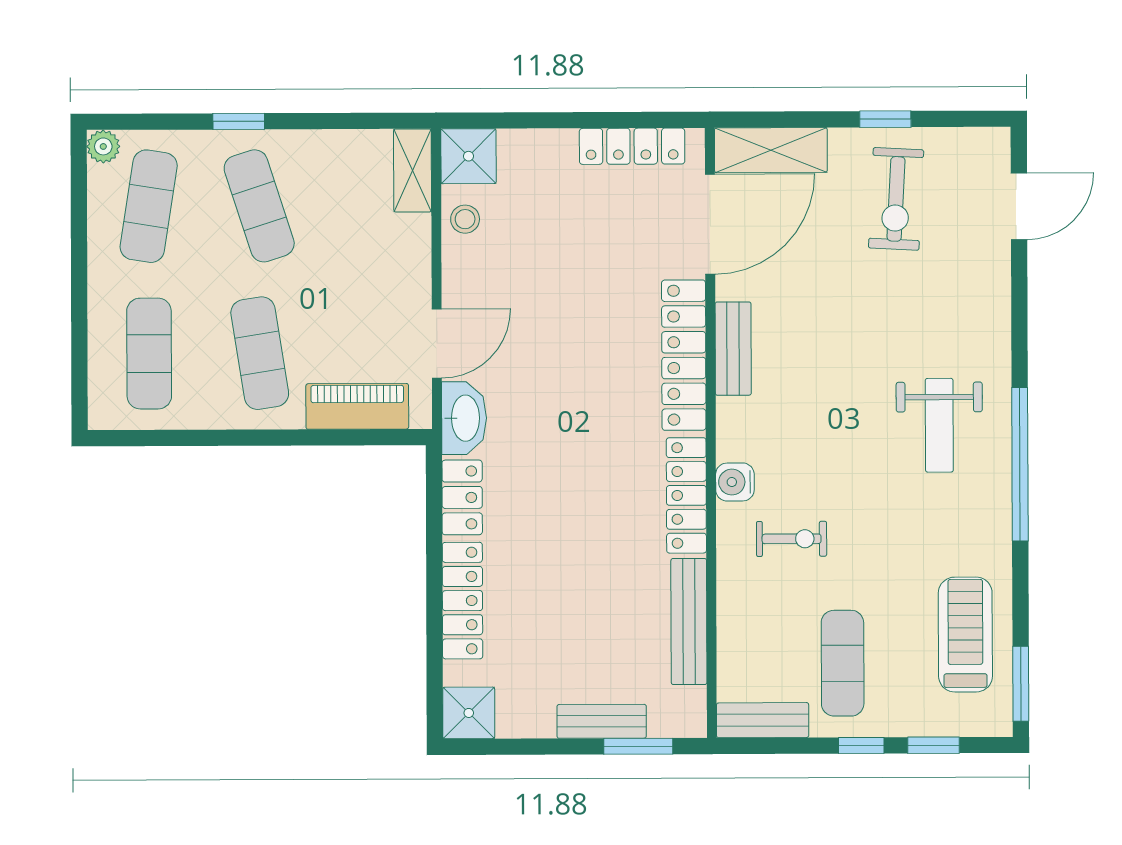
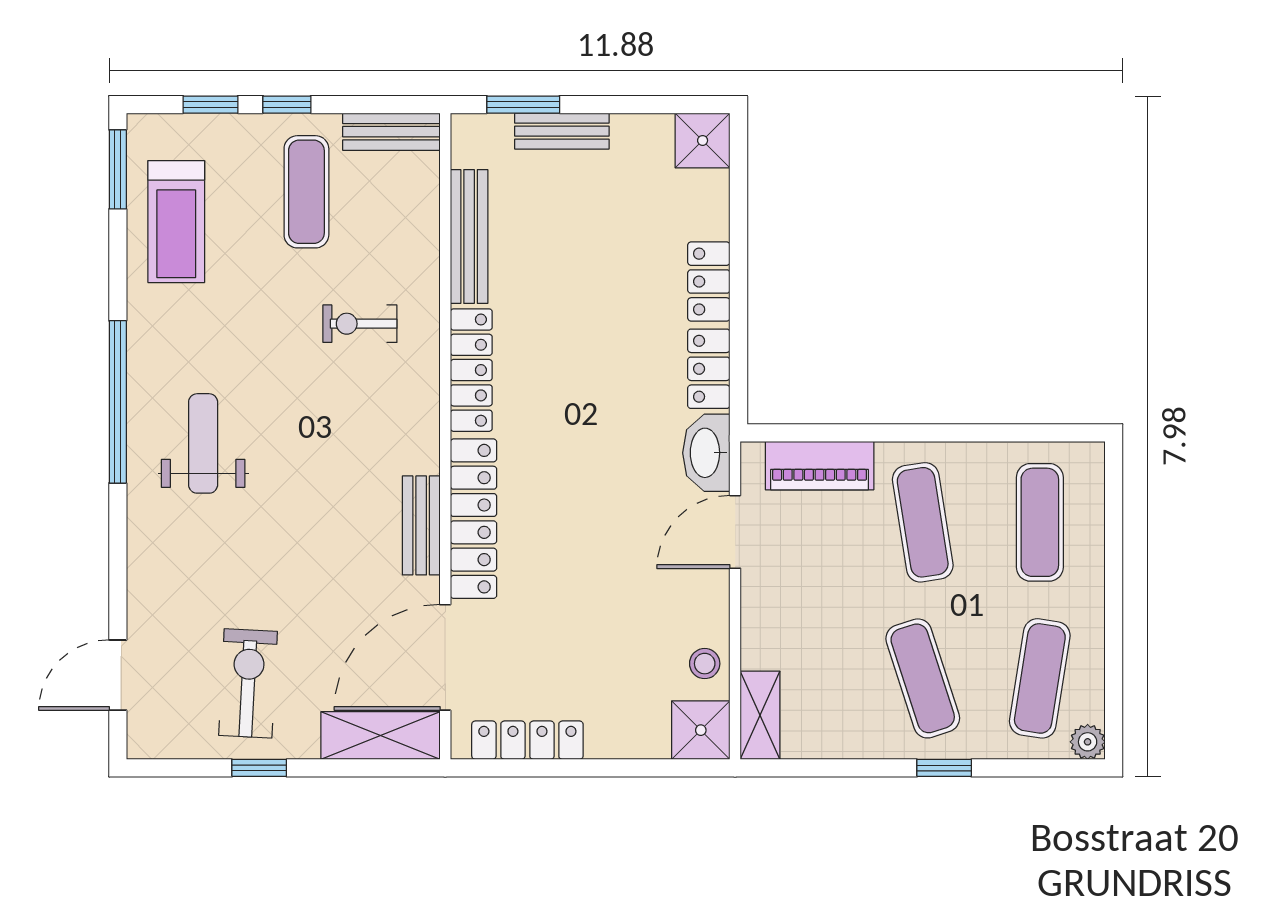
water cooler: (735, 482) -> (420, 384), removed
locker: (462, 601) -> (709, 282), width x0.66

